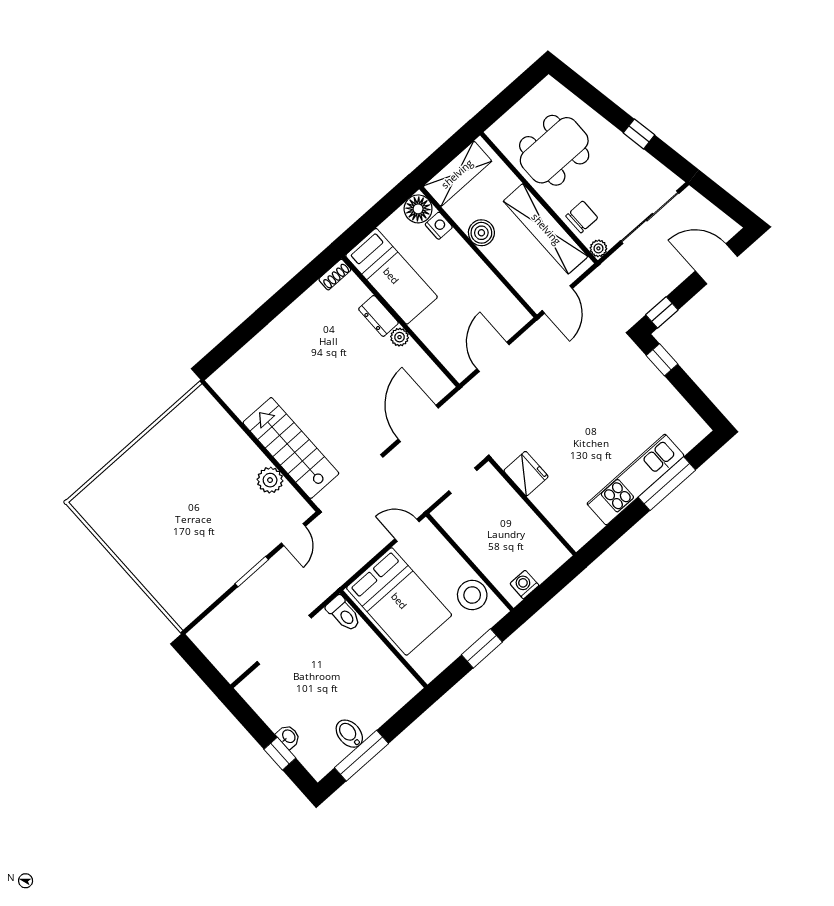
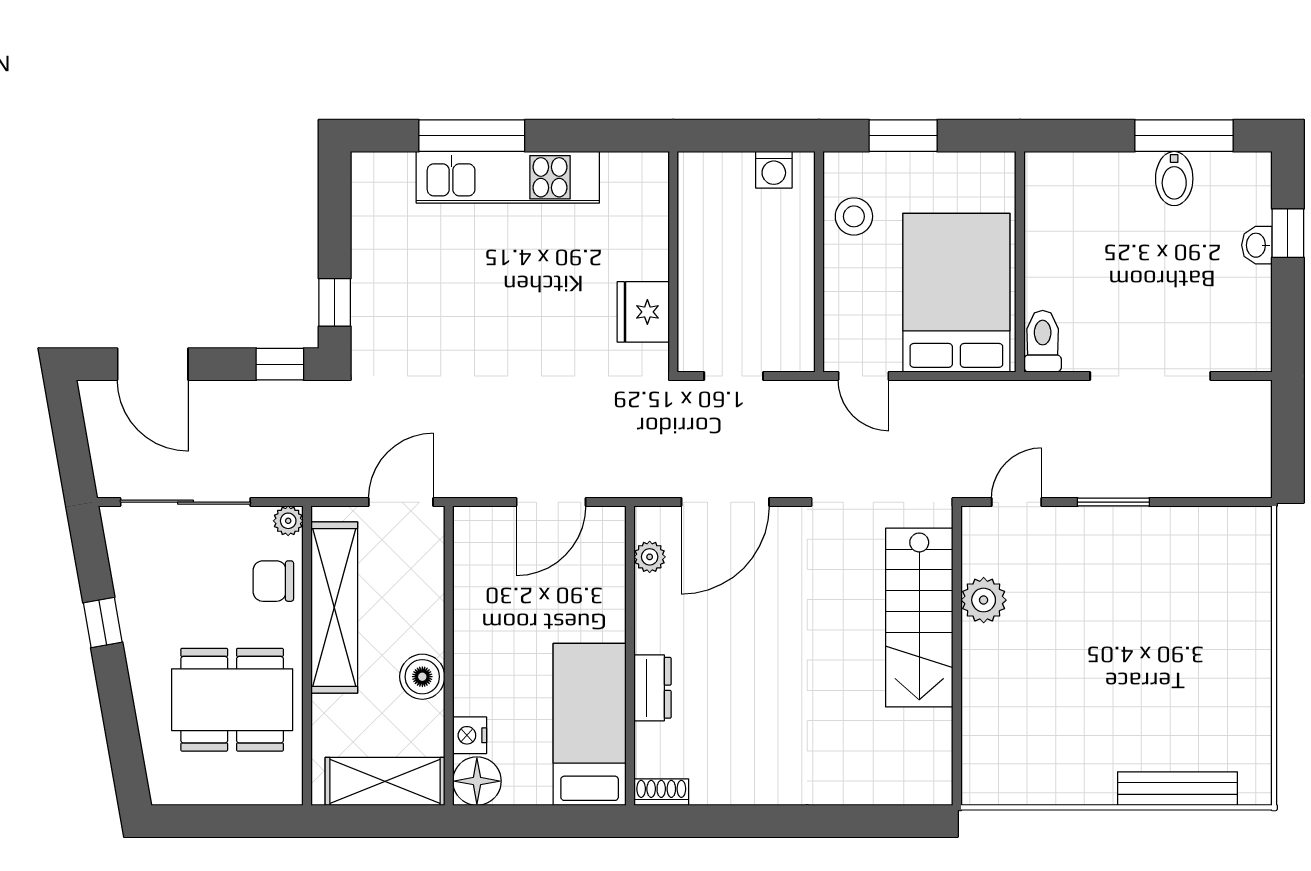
plant: (400, 337) -> (650, 557), moved
bench: (115, 473) -> (1178, 789), added
stool: (472, 595) -> (854, 216), width x0.73, depth x0.73

